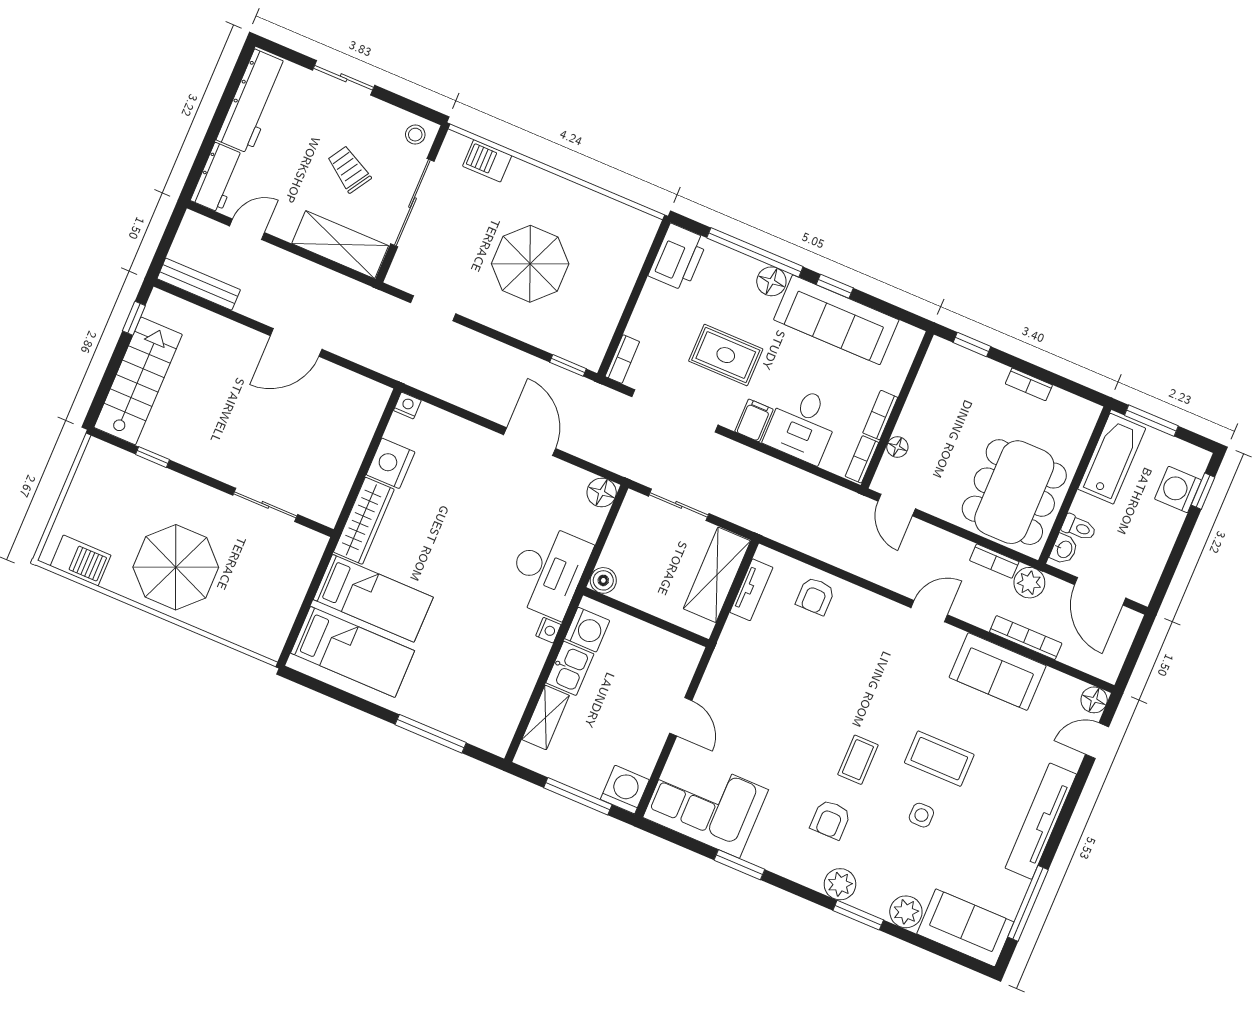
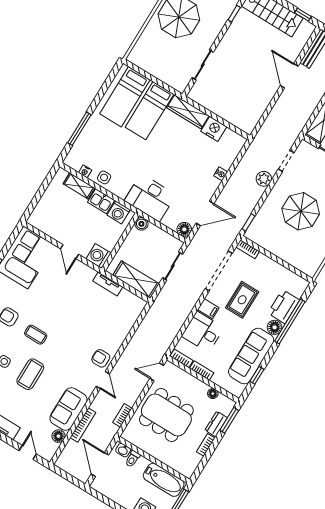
printer: (678, 257) -> (284, 307), moved, turned 90
window: (835, 286) -> (257, 375), moved
door: (296, 342) -> (289, 76), moved
window: (972, 345) -> (229, 420), width x1.50
dresser: (984, 370) -> (216, 424), added
nightstand: (407, 405) -> (221, 174), moved
door: (530, 442) -> (205, 213), moved
floor lamp: (897, 447) -> (213, 394), moved
dining table: (1014, 492) -> (166, 415), moved
plant: (1029, 583) -> (264, 179), moved
tv unit: (751, 590) -> (108, 284), moved
door: (1100, 591) -> (100, 465), hinge flipped
armchair: (815, 596) -> (101, 358), moved
nightstand: (548, 630) -> (85, 171), moved
side table: (521, 670) -> (104, 177), added
floor lamp: (1094, 700) -> (58, 436), moved
door: (681, 717) -> (69, 252), hinge flipped
washing machine: (625, 790) -> (98, 256), moved, turned 180
window: (578, 796) -> (38, 196), removed

